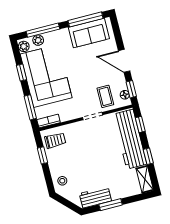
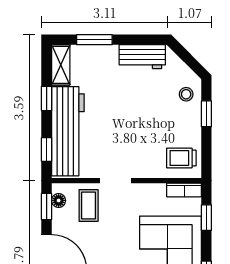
window: (30, 107) -> (206, 218), width x0.67
window: (42, 155) -> (206, 114), moved
window: (111, 205) -> (94, 40), moved

